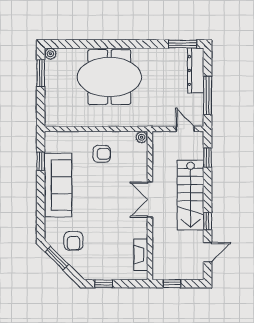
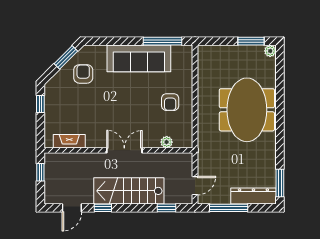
plant: (142, 137) -> (167, 142), moved
window: (41, 161) -> (163, 41), width x2.17
armchair: (73, 241) -> (83, 74), turned 90
door: (208, 252) -> (72, 208), hinge flipped

